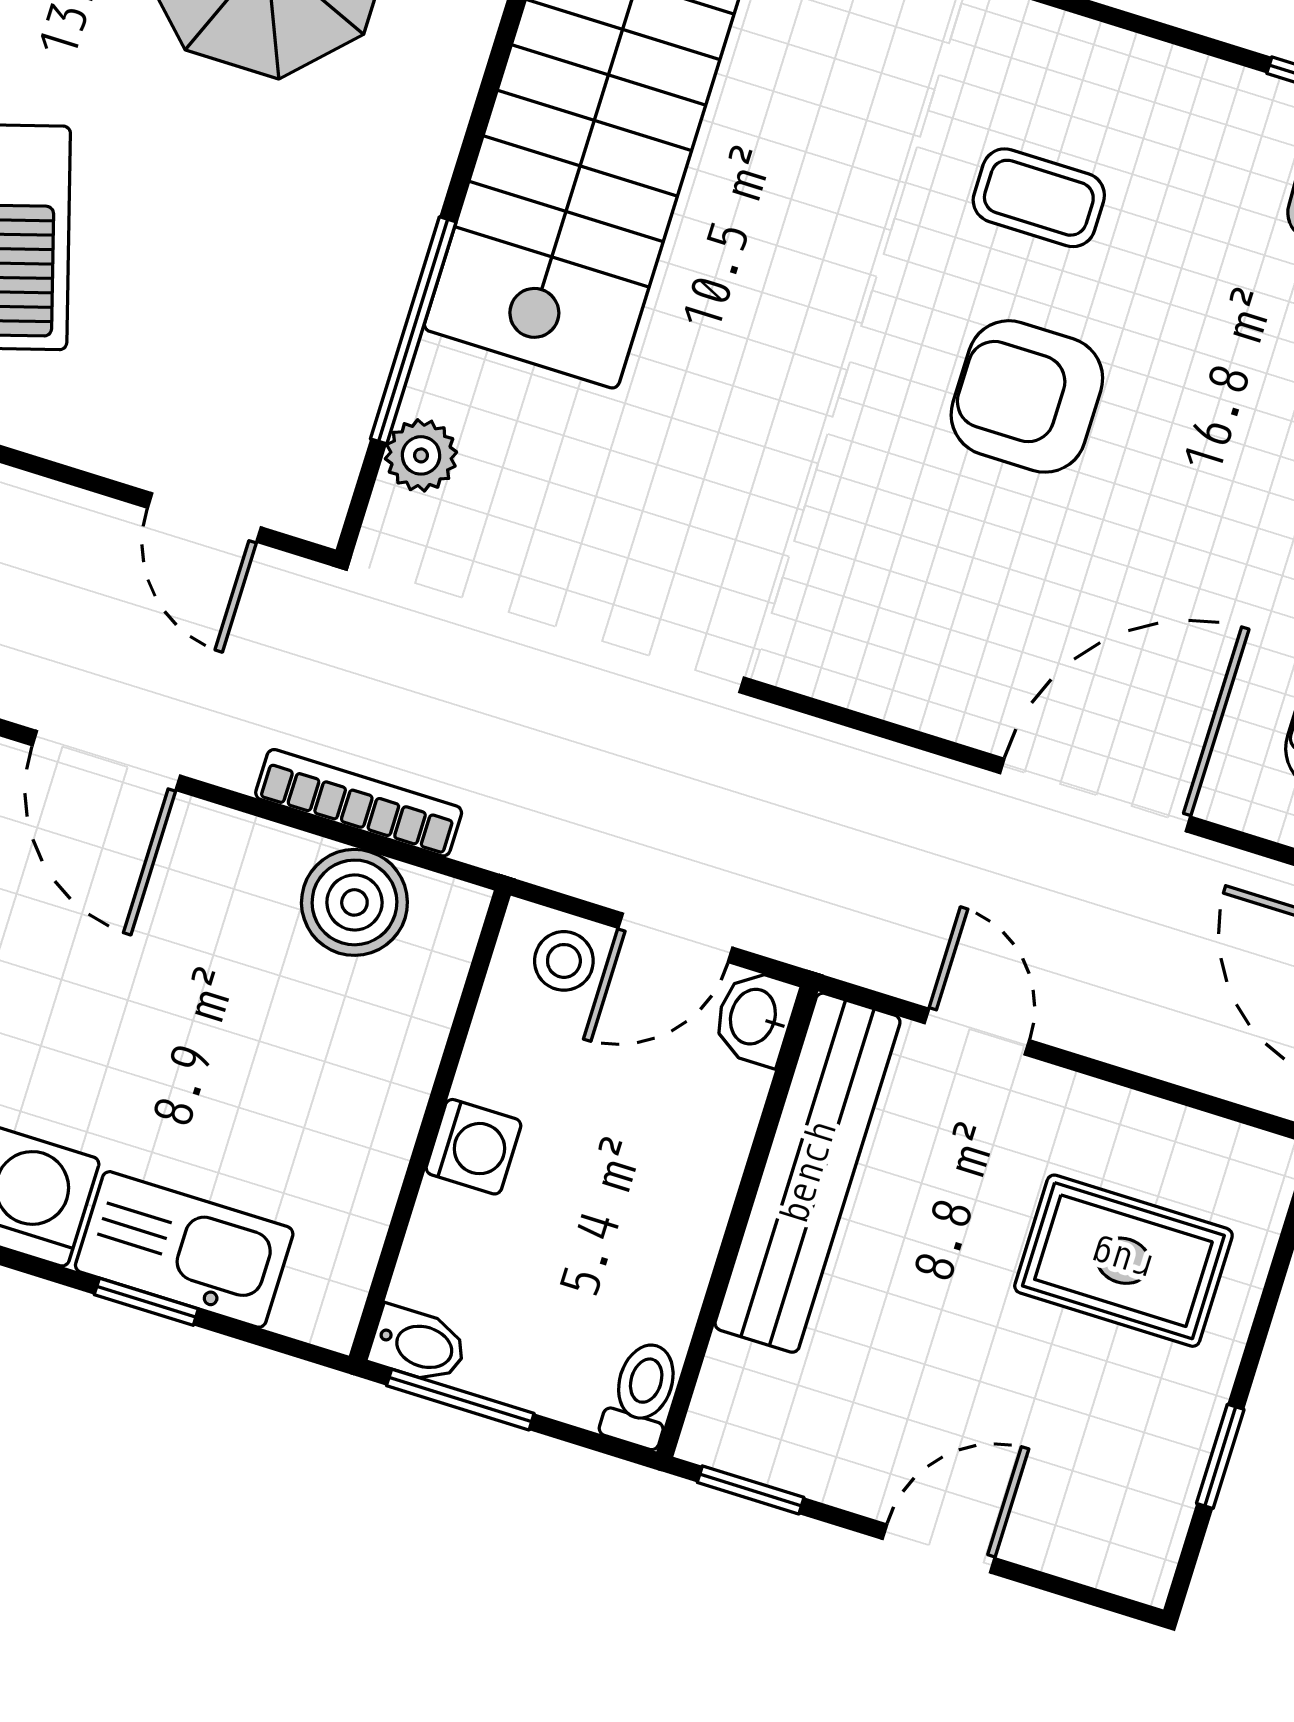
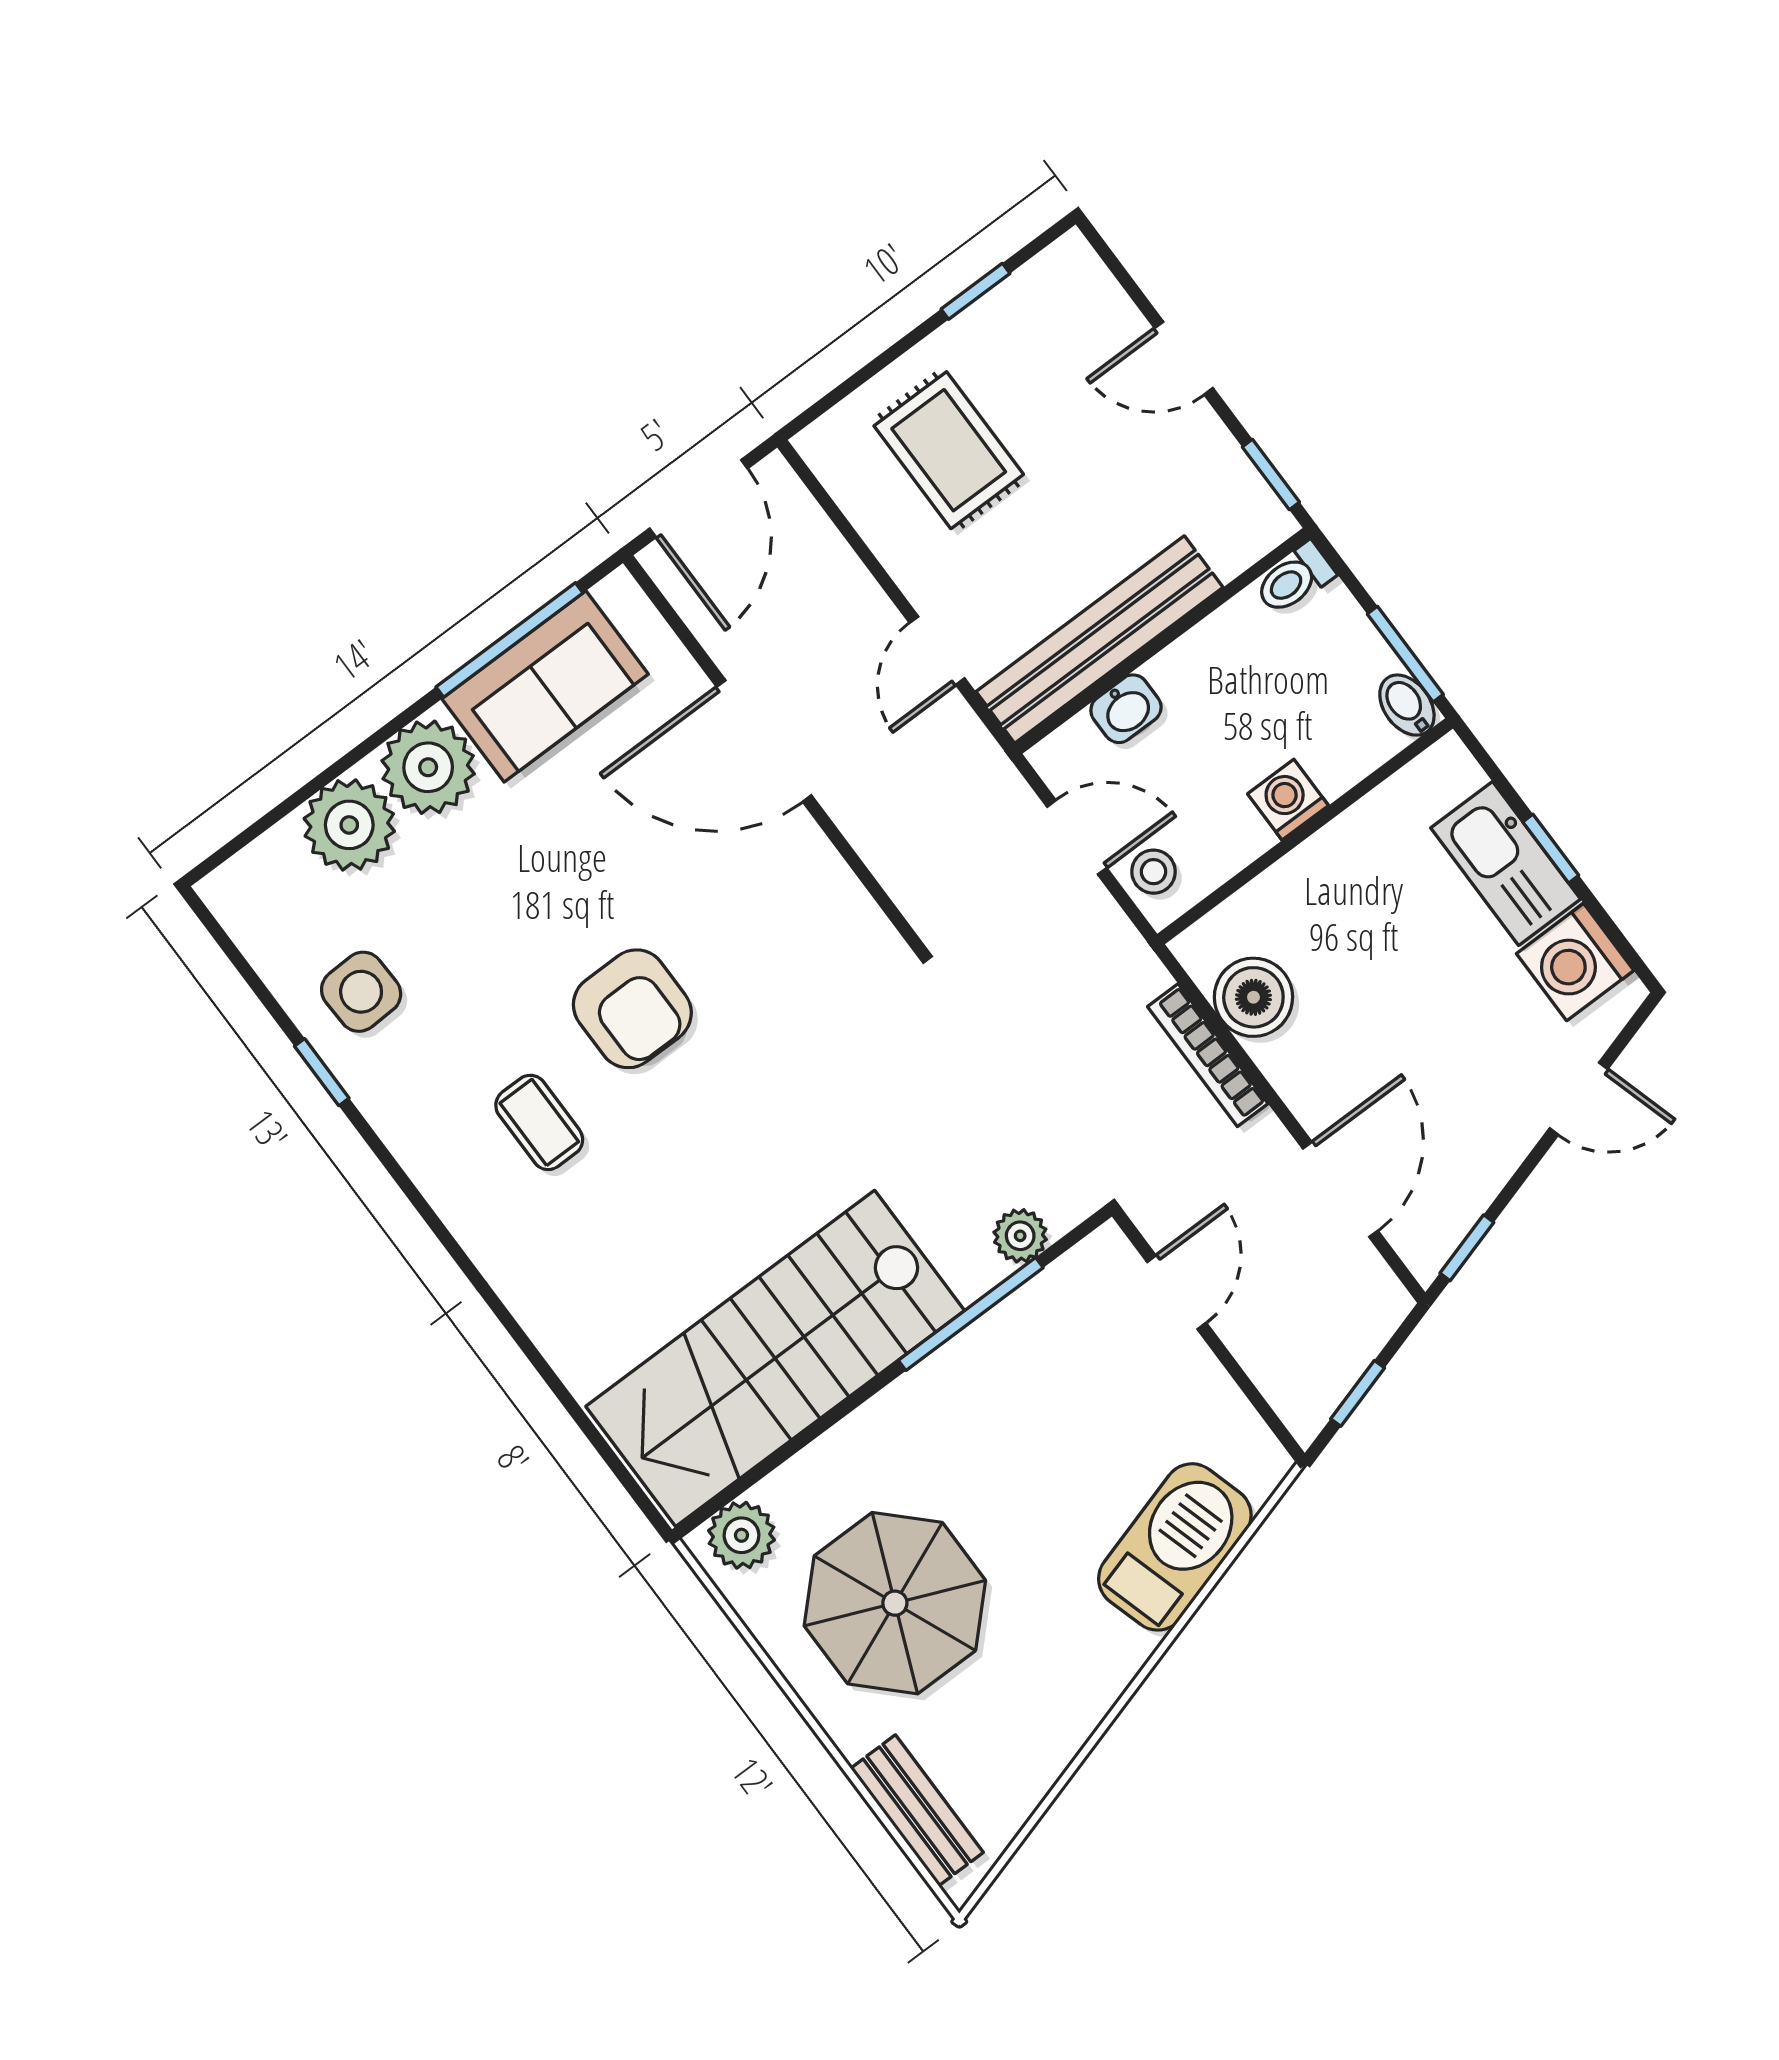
washbasin: (755, 1017) -> (1126, 709), moved

